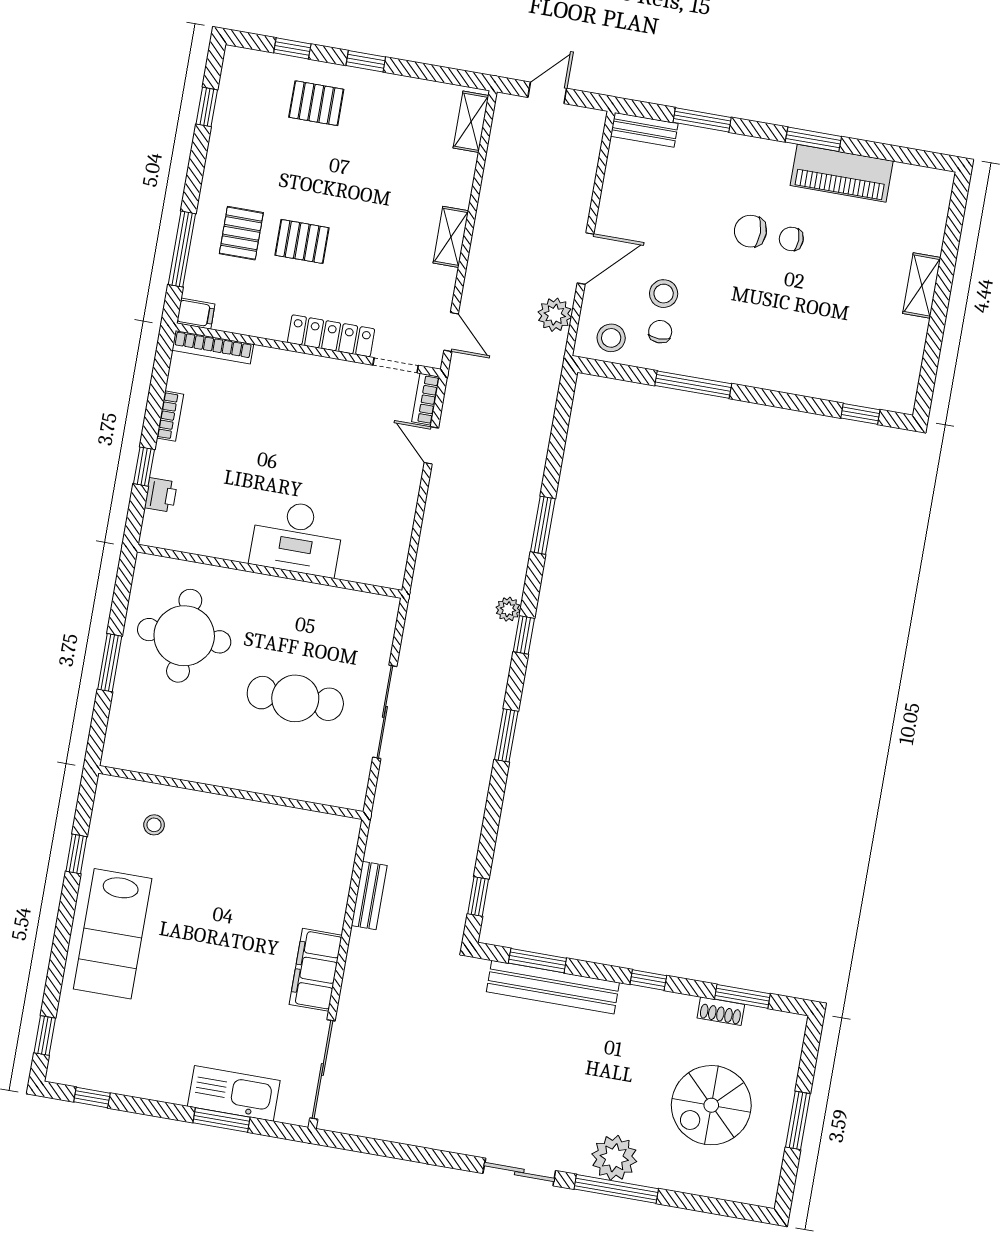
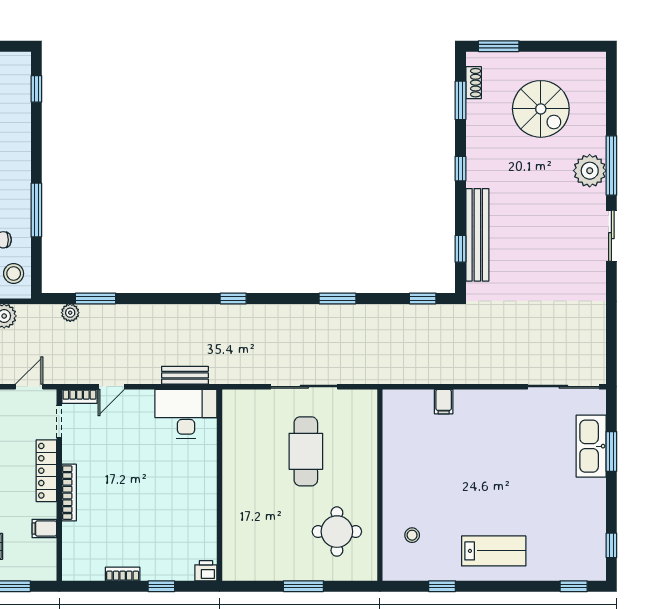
filing cabinet: (196, 314) -> (44, 528), moved, turned -90
bookcase: (213, 347) -> (69, 493), moved
printer: (161, 495) -> (206, 571), moved
window: (543, 525) -> (96, 298), moved
desk: (297, 538) -> (186, 414), moved, turned -90
plant: (508, 609) -> (70, 313), moved
round table: (184, 636) -> (337, 532), moved, width x0.73, depth x0.73
window: (506, 735) -> (338, 298), moved
bench: (369, 896) -> (185, 375), moved
lab bench: (113, 934) -> (494, 551), width x0.73, depth x0.72
window: (537, 961) -> (460, 249), width x0.67
filing cabinet: (316, 970) -> (444, 402), moved, width x0.33, depth x0.86
shoe rack: (721, 1011) -> (474, 83), moved
window: (798, 1120) -> (499, 46), moved

